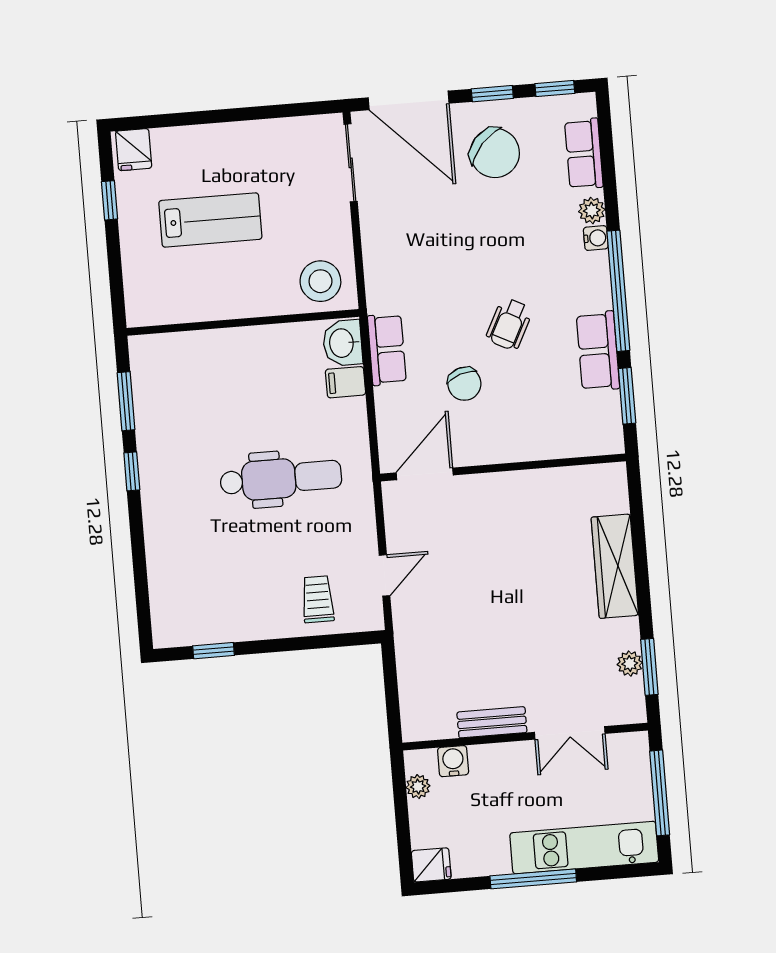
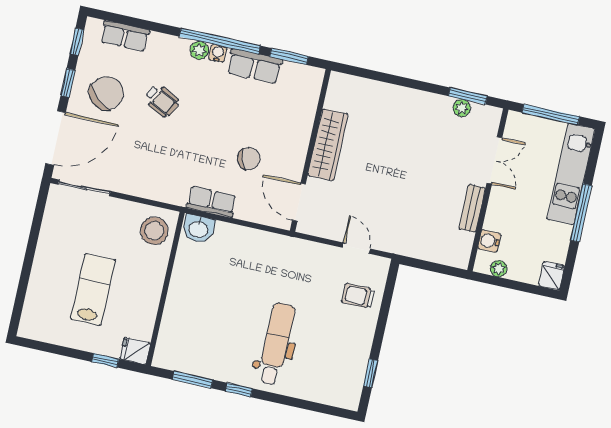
fridge: (134, 150) -> (135, 351), moved, turned 180
window: (110, 200) -> (105, 360), moved
plant: (592, 211) -> (199, 50), moved
water cooler: (596, 238) -> (218, 53), moved
wheelchair: (509, 324) -> (162, 100), moved
filing cabinet: (345, 382) -> (224, 235), removed
dental chair: (281, 478) -> (276, 344), moved
wardrobe: (615, 566) -> (328, 145), moved, turned -90

